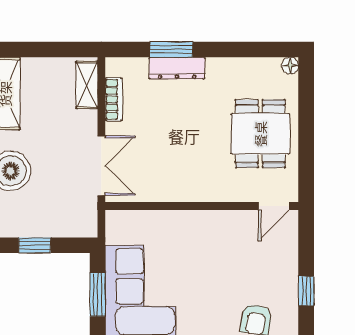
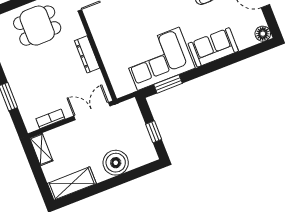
dresser: (177, 68) -> (87, 54), moved, turned 180
shelving: (87, 85) -> (41, 149), moved, turned 90

